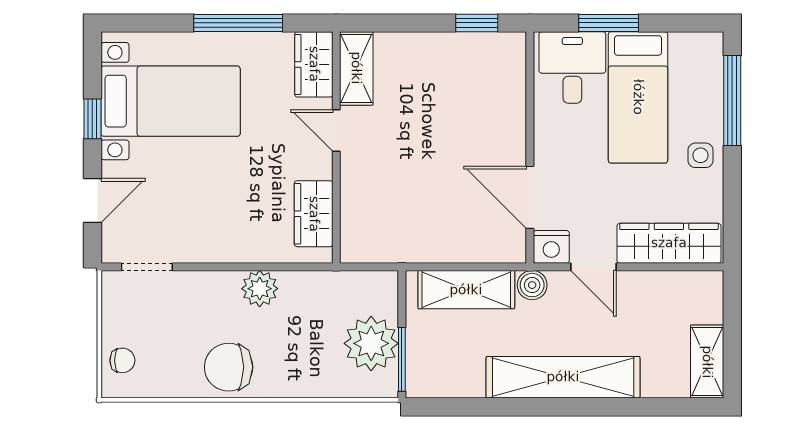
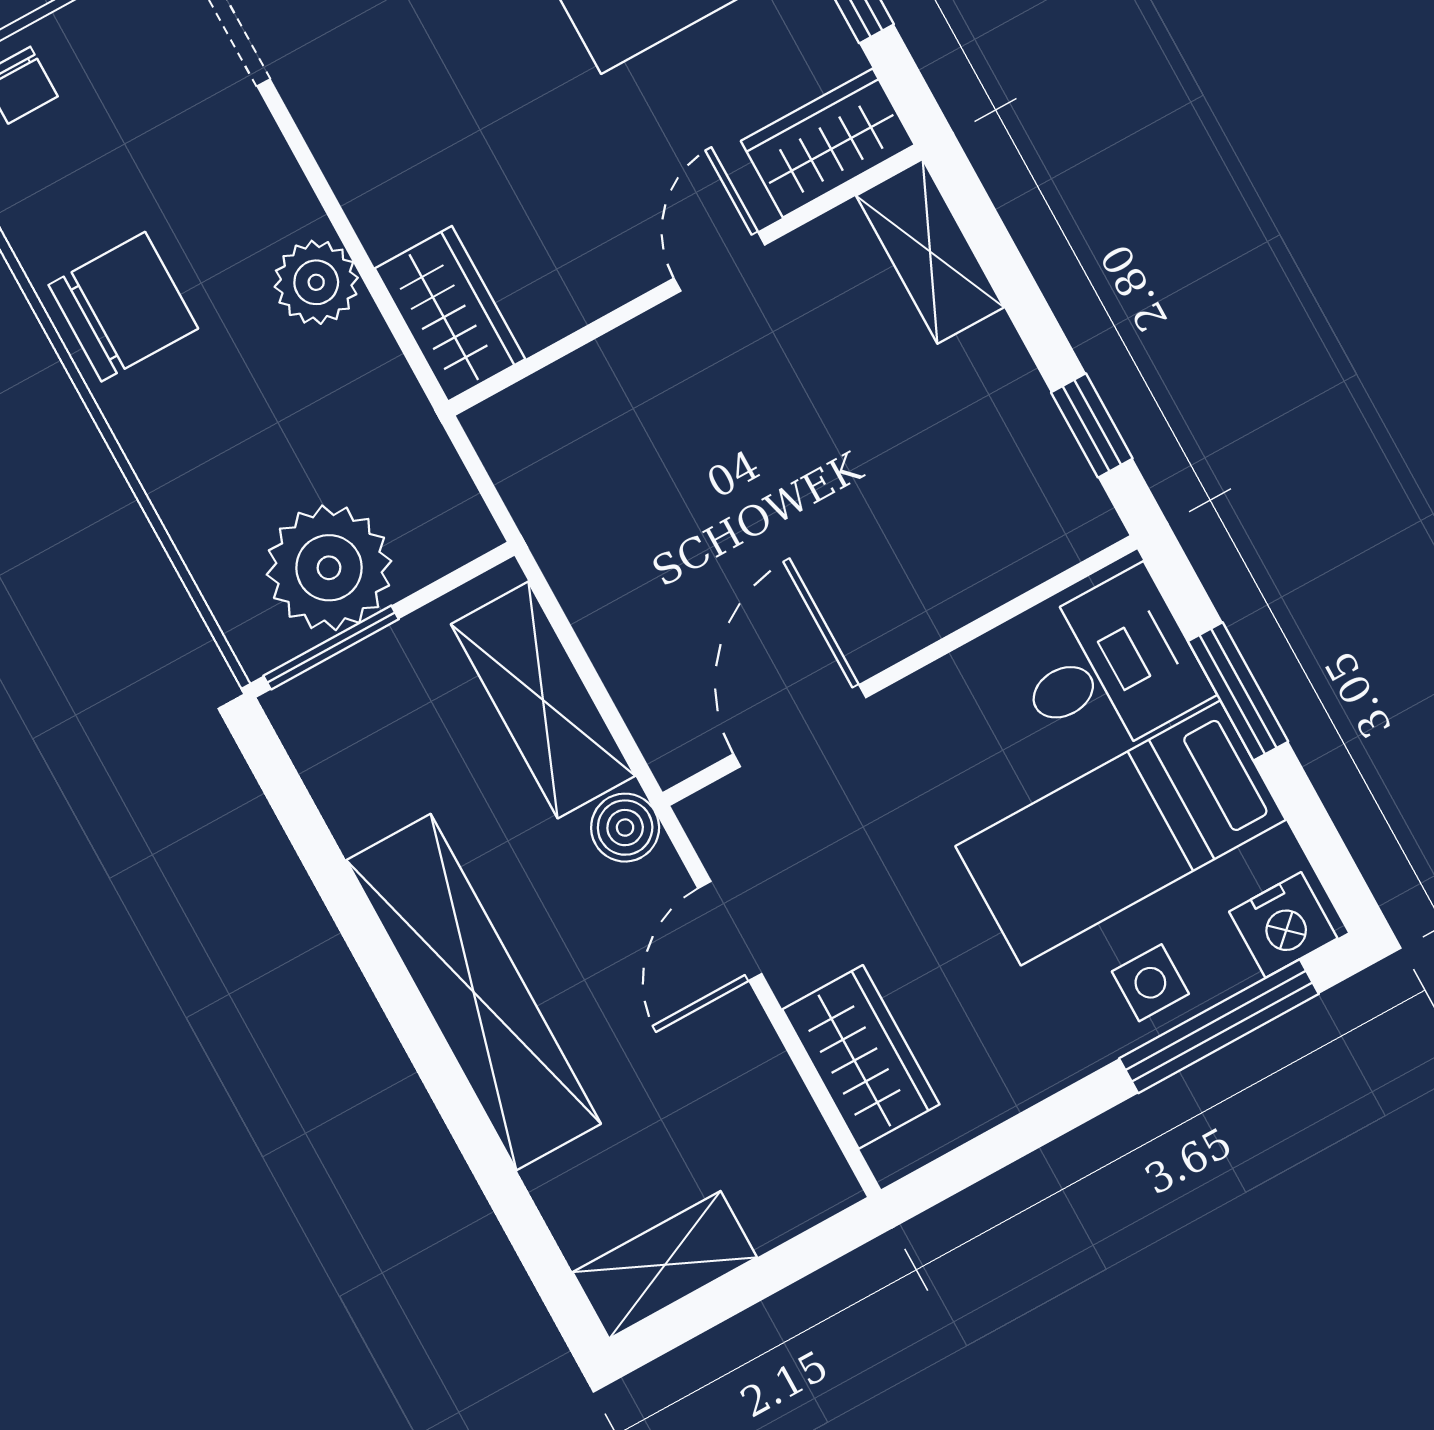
shelving: (356, 68) -> (930, 251), moved, turned 90
side table: (701, 155) -> (1150, 983), moved
wardrobe: (314, 214) -> (450, 314), moved, turned 90
wardrobe: (669, 243) -> (861, 1057), width x0.67
nightstand: (551, 247) -> (1283, 925), moved, turned -90
chair: (229, 367) -> (123, 307), turned 90

